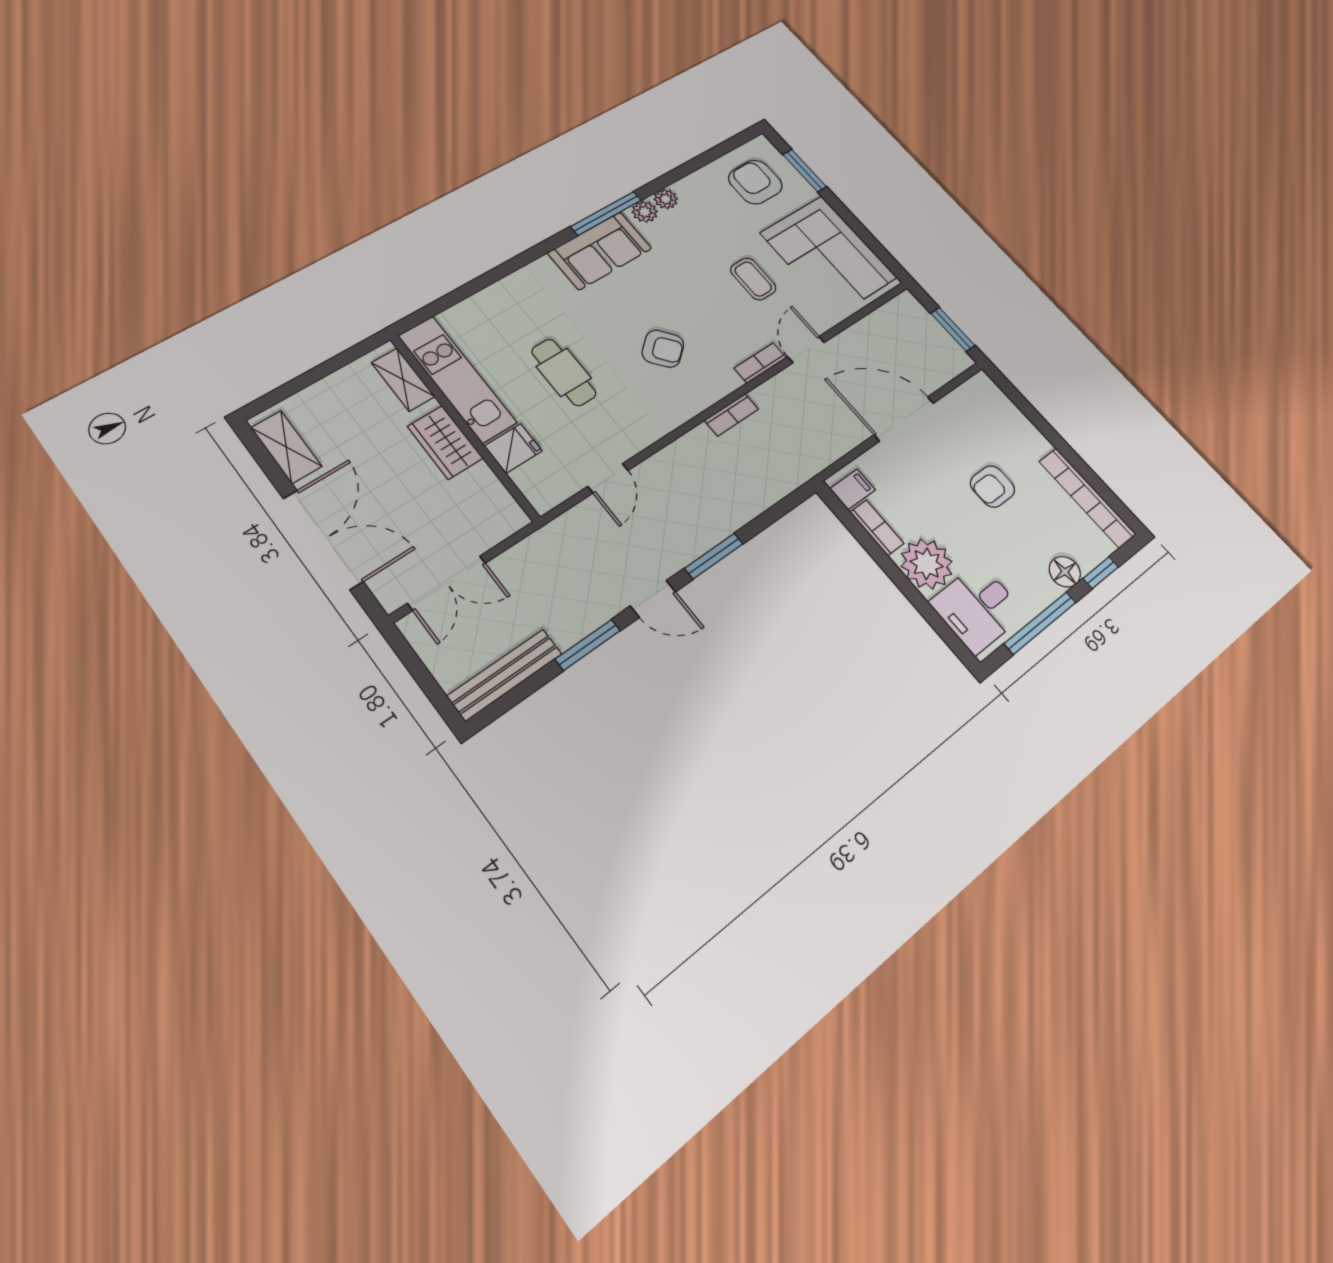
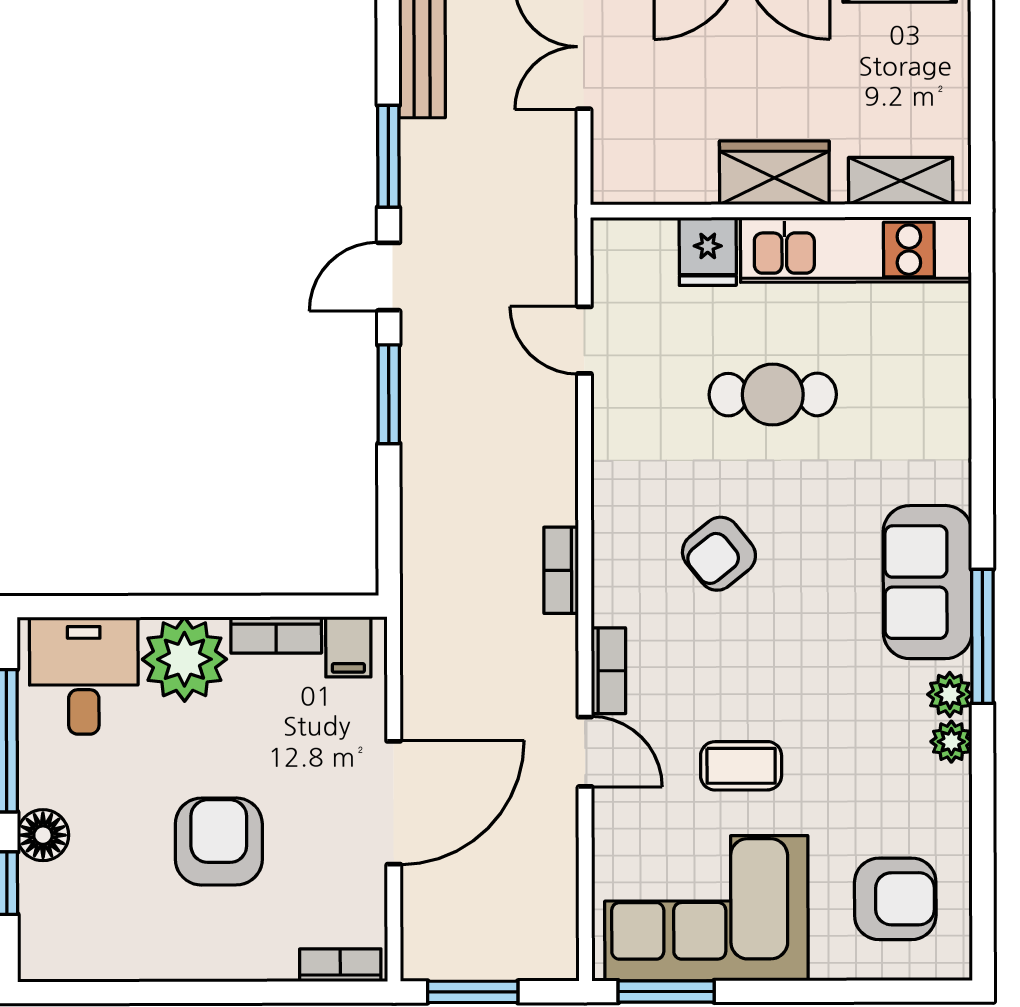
window: (805, 171) -> (666, 992), moved
armchair: (992, 486) -> (219, 841), width x1.38, depth x1.38
bookcase: (1087, 498) -> (340, 965), moved, width x0.43, depth x0.76

